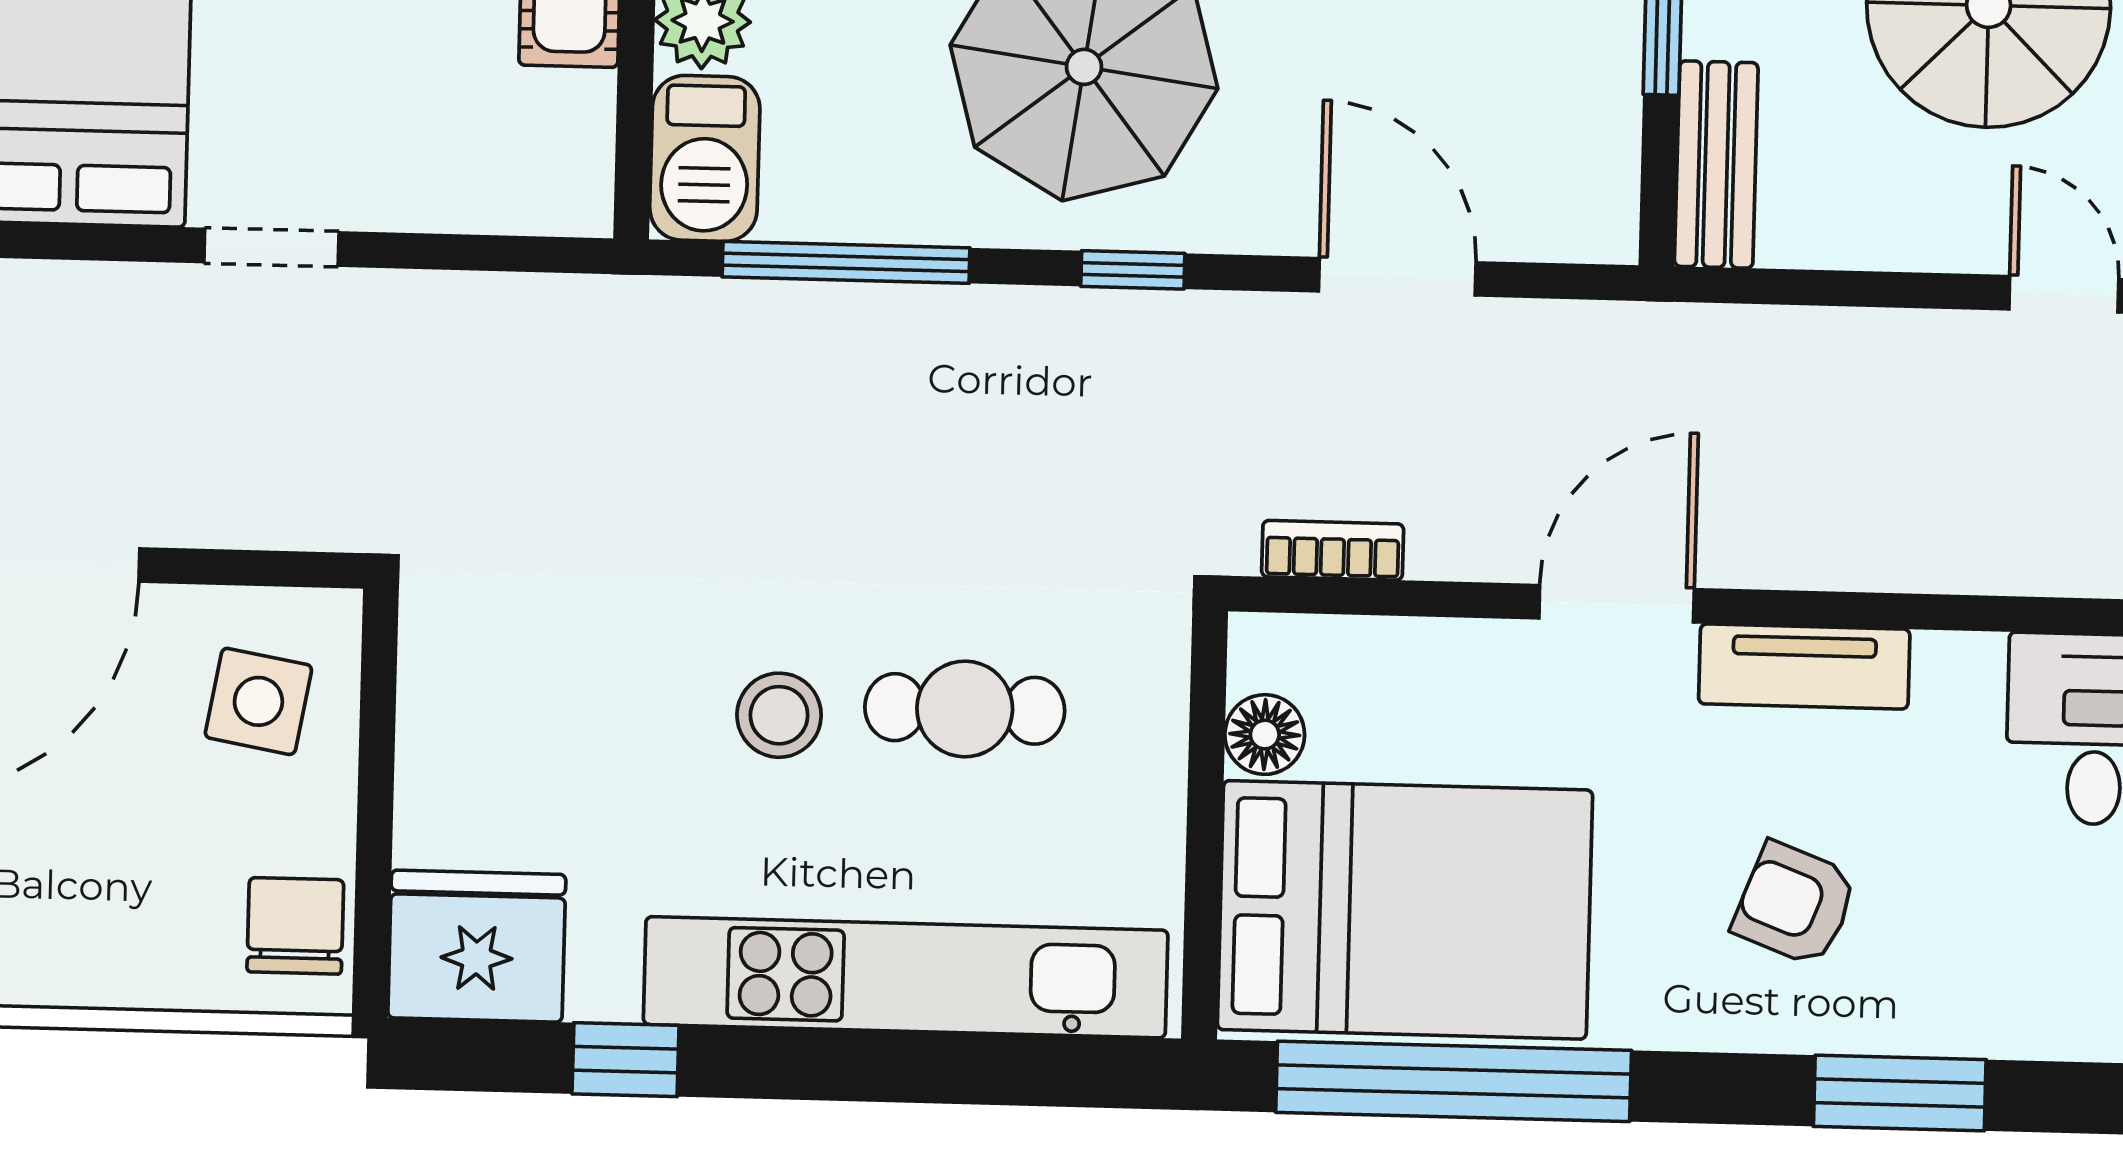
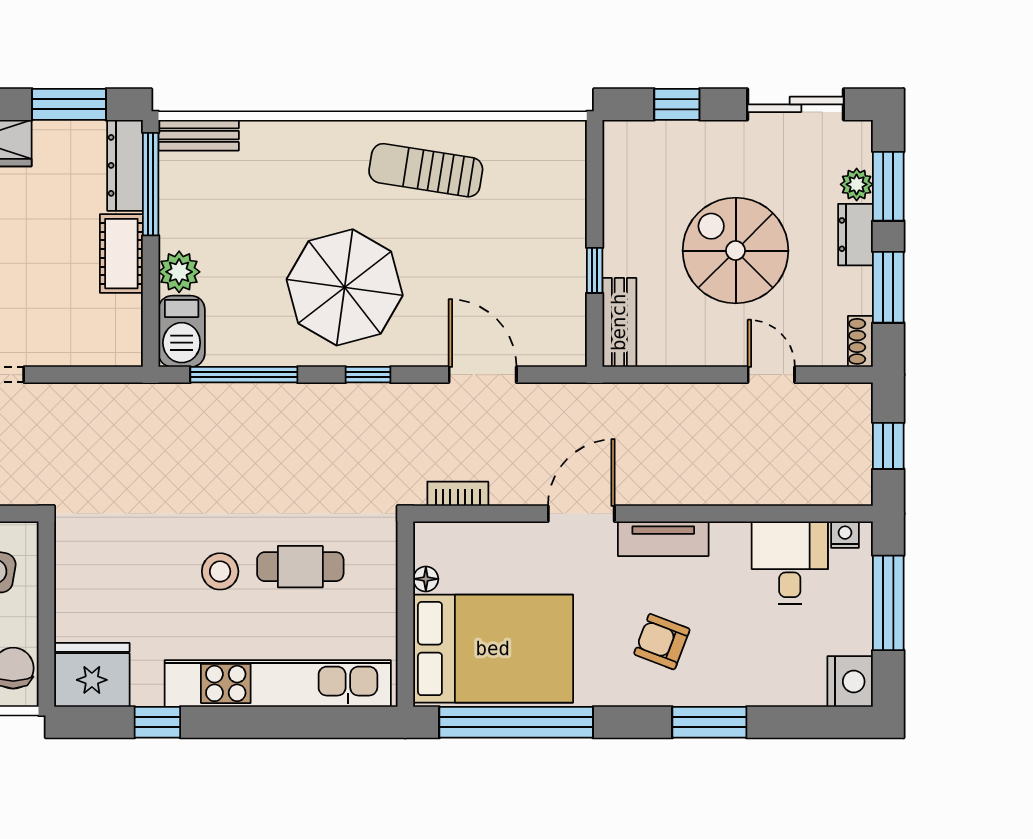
floor lamp: (1265, 735) -> (426, 579), width x0.73, depth x0.73

